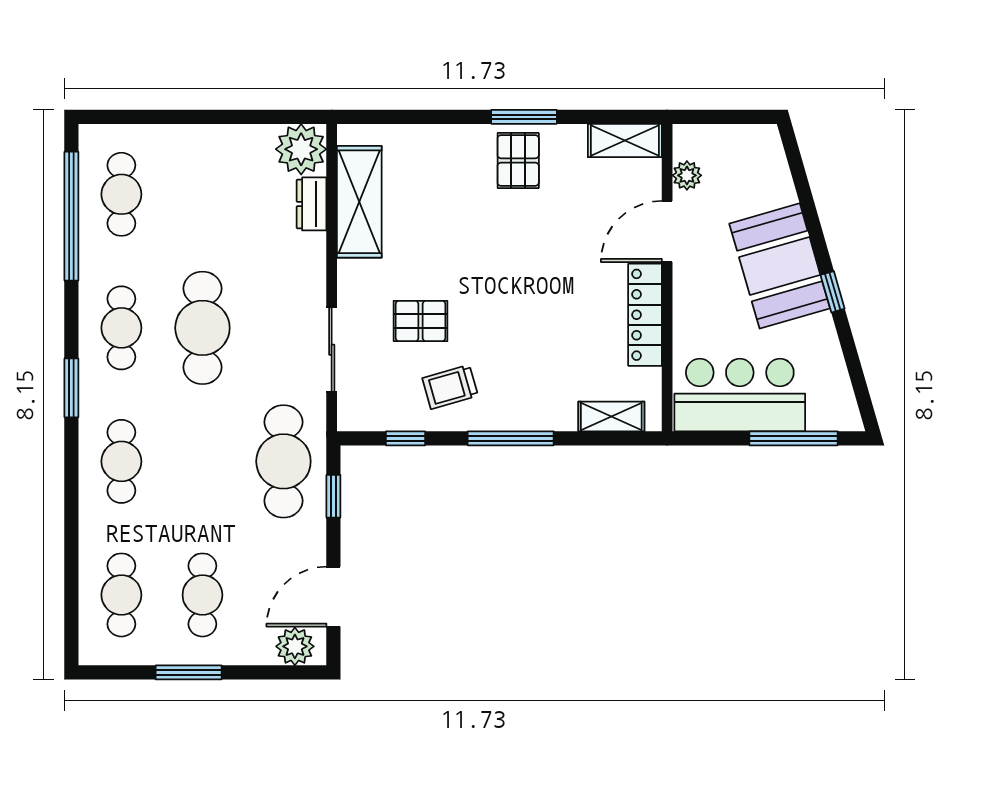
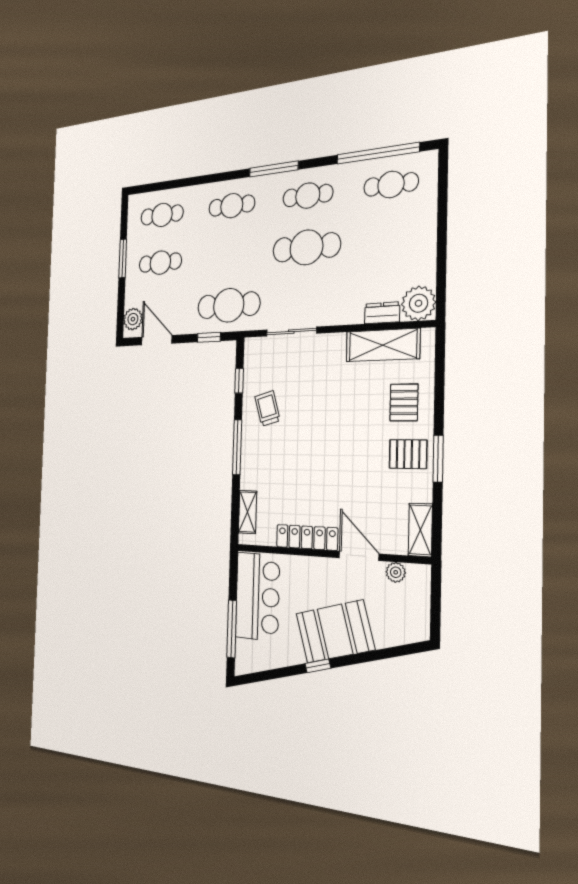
pallet: (421, 321) -> (404, 402), moved
window: (71, 388) -> (274, 169), width x1.44

